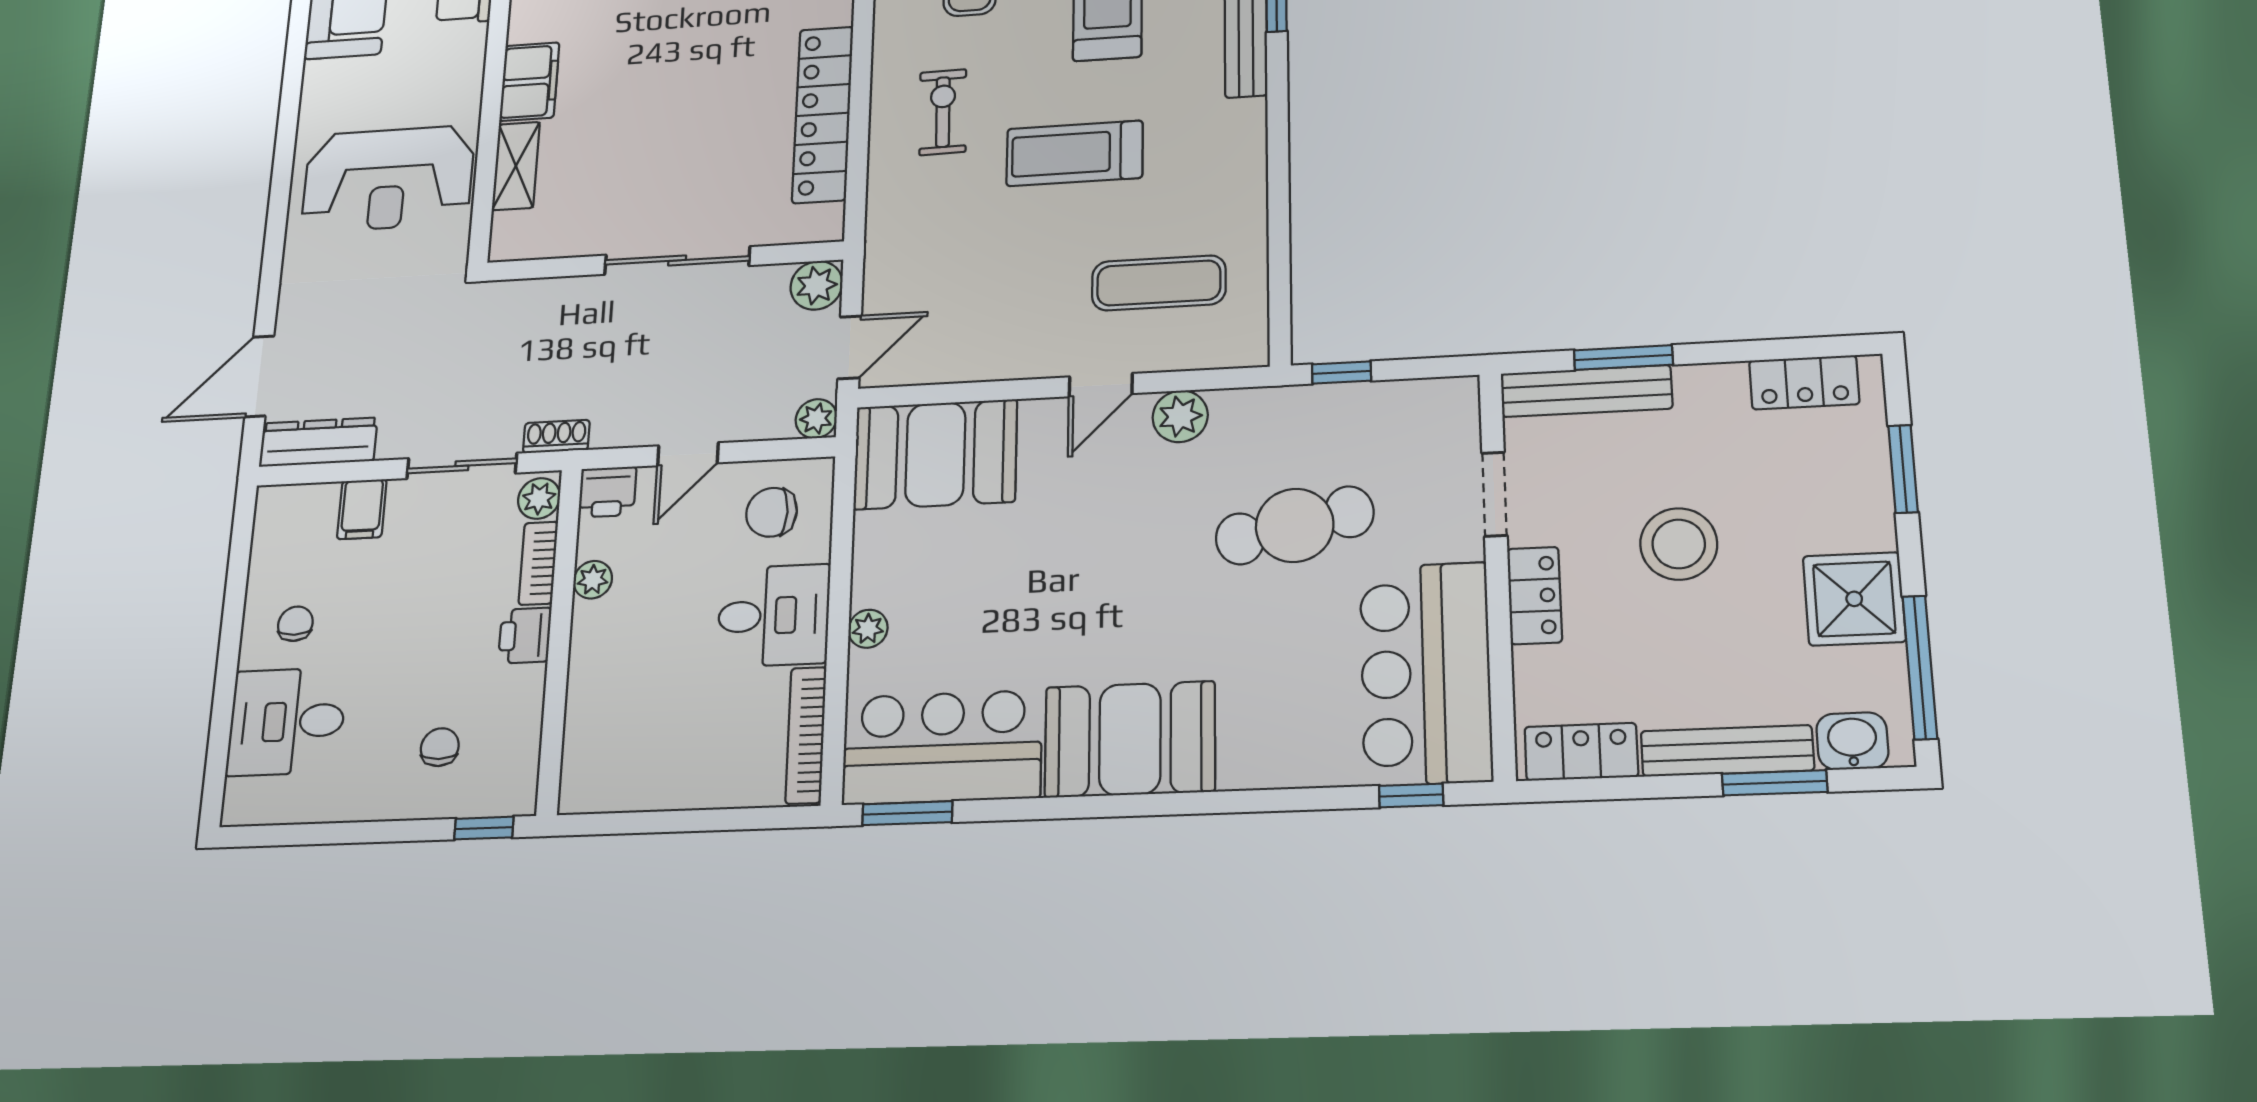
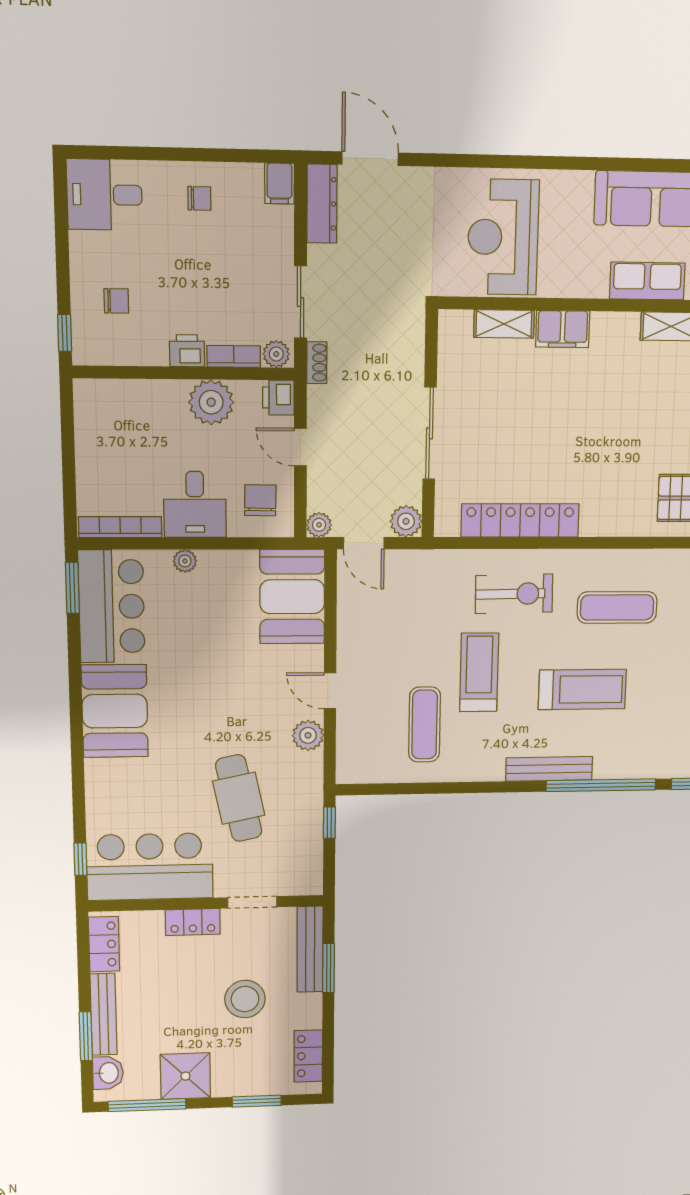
exercise bike: (943, 112) -> (514, 594), width x1.38, depth x1.39
exercise mat: (1159, 283) -> (425, 725), moved
filing cabinet: (362, 509) -> (279, 184), moved, turned -90
stool: (1679, 544) -> (245, 999), moved
plant: (593, 580) -> (211, 402), width x1.87, depth x1.87
desk: (287, 722) -> (104, 195), moved, turned -90

